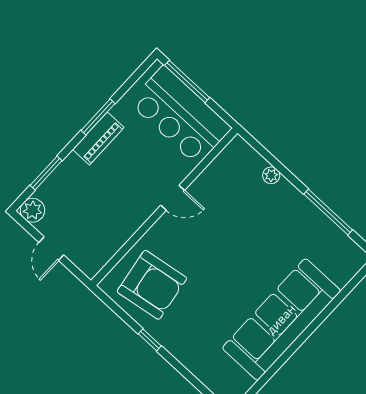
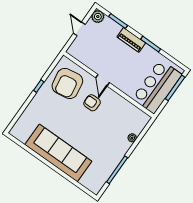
piano: (98, 138) -> (131, 40), moved
door: (173, 198) -> (102, 80), moved
armchair: (195, 243) -> (92, 103), added
door: (51, 249) -> (79, 29), hinge flipped

